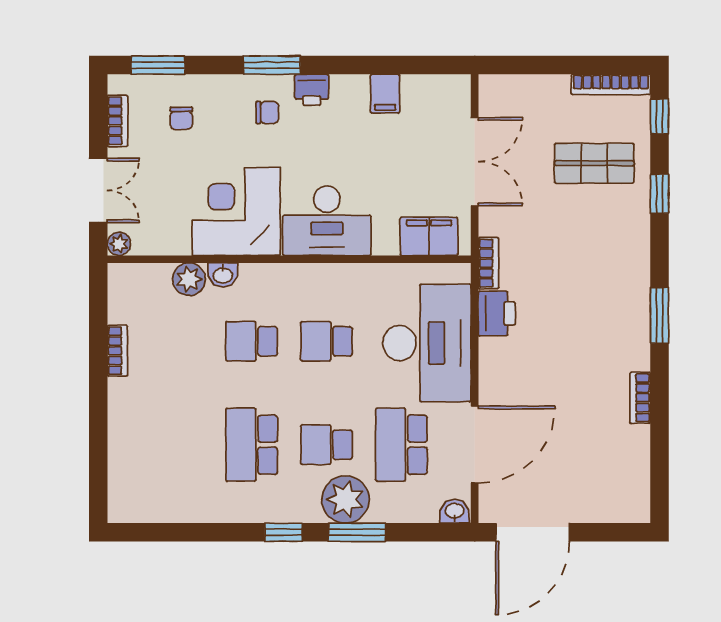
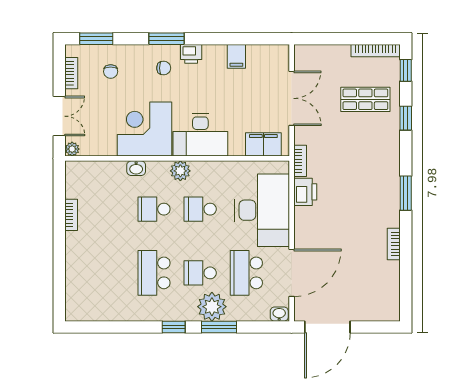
plant: (189, 279) -> (180, 171), moved

